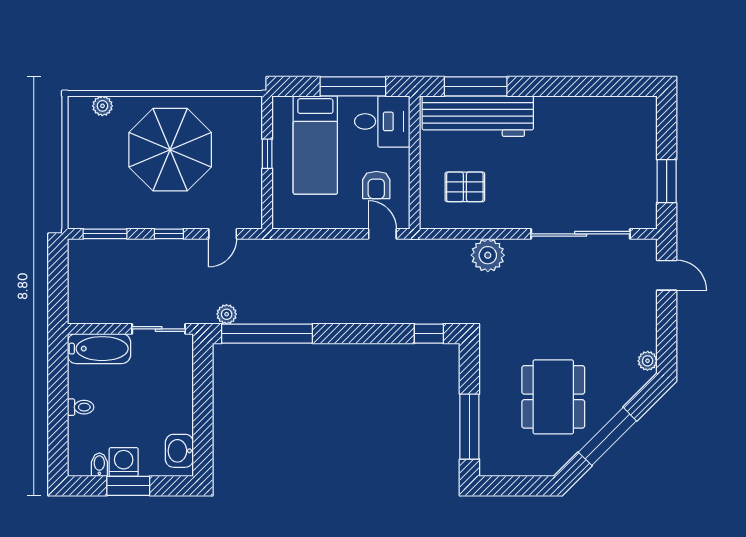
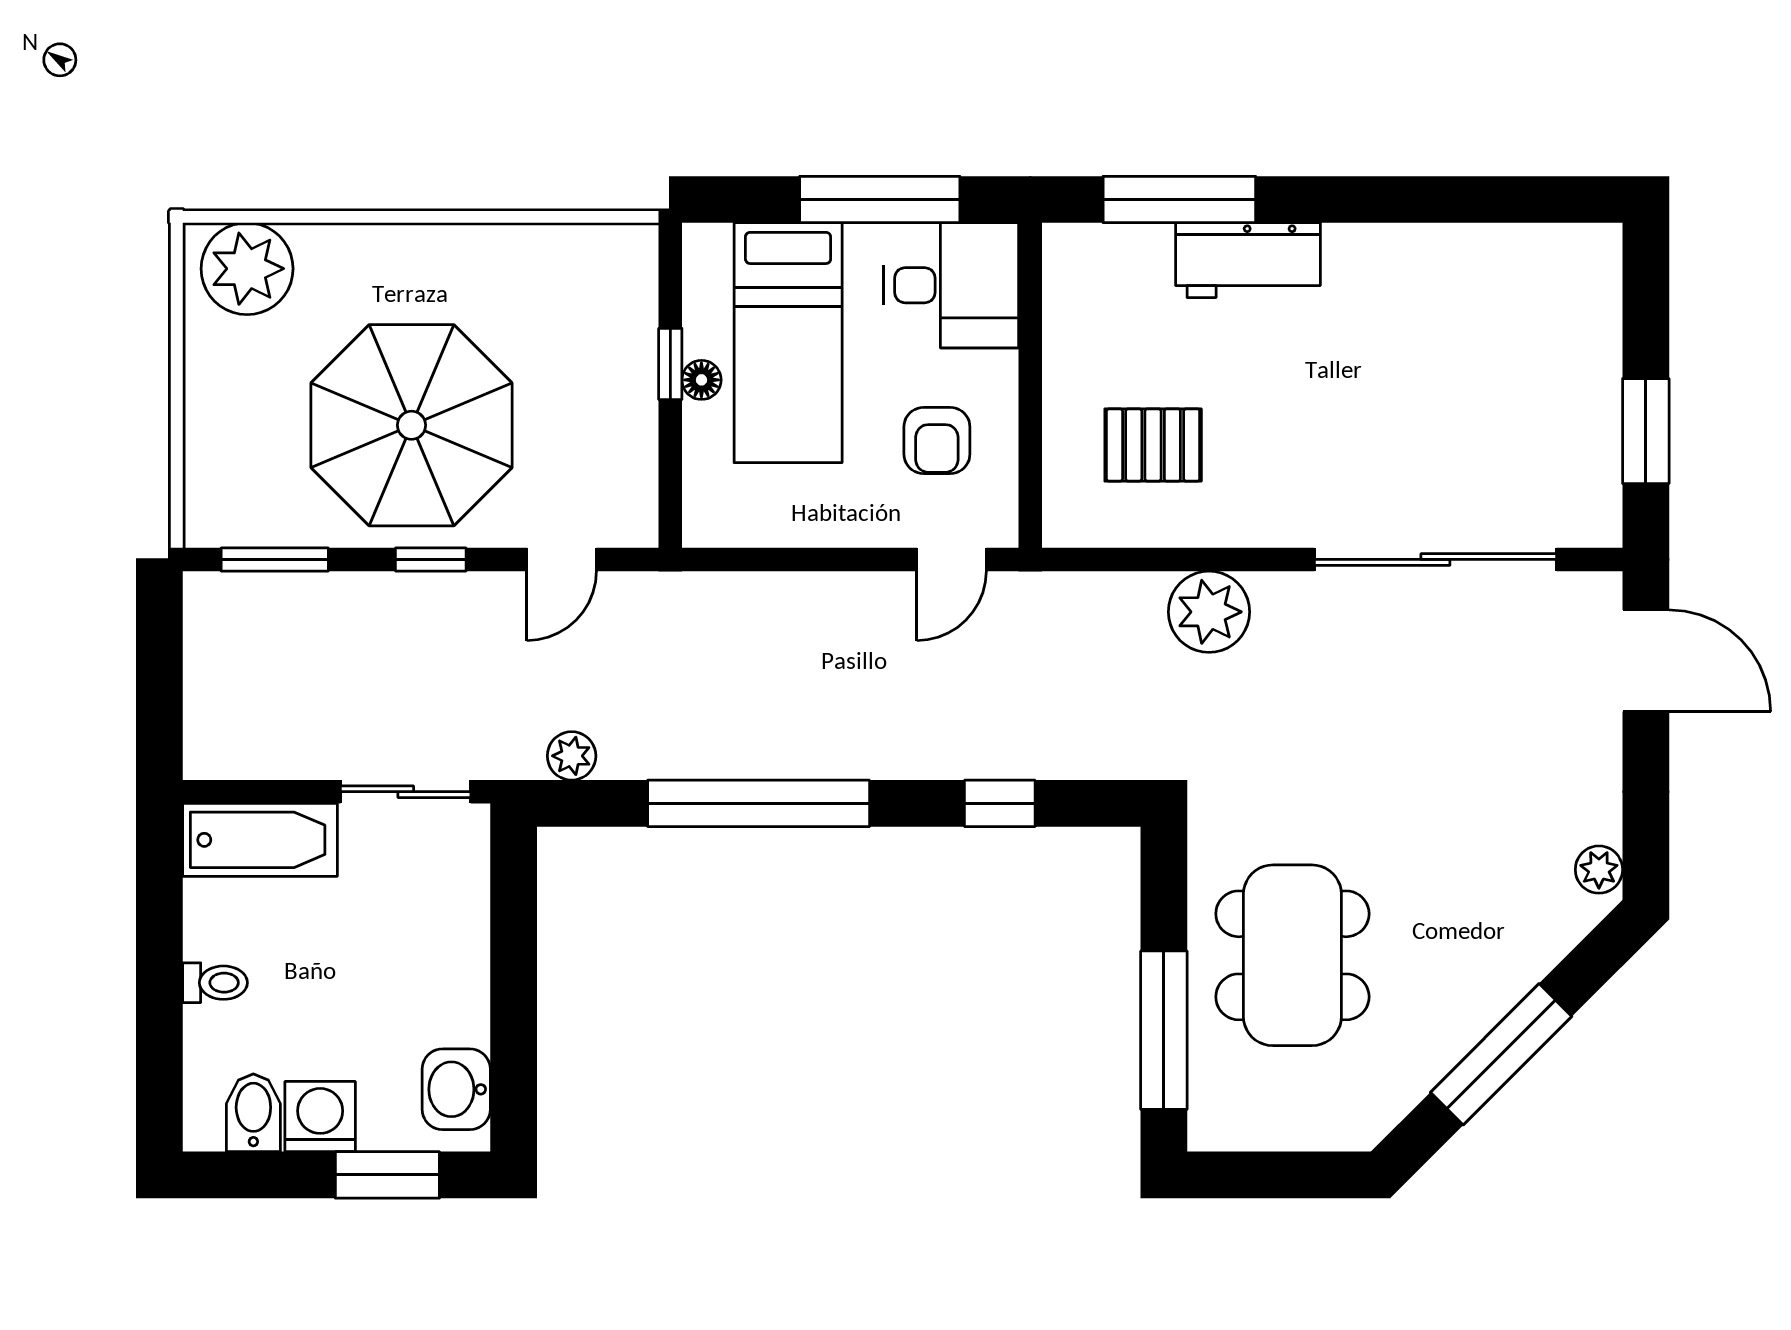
plant: (102, 106) -> (247, 269), width x1.87, depth x1.87
workbench: (478, 116) -> (1248, 260), width x0.53, depth x0.76
parasol: (170, 150) -> (411, 425), moved
floor lamp: (280, 160) -> (701, 380), added
door: (382, 234) -> (952, 559), swing flipped
door: (667, 275) -> (1646, 661), width x1.38
window: (267, 334) -> (759, 803), moved
window: (429, 334) -> (1000, 803), moved
dining table: (553, 397) -> (1292, 955), moved
bidet: (99, 465) -> (253, 1113), width x1.38, depth x1.36
window: (128, 486) -> (387, 1175), moved

